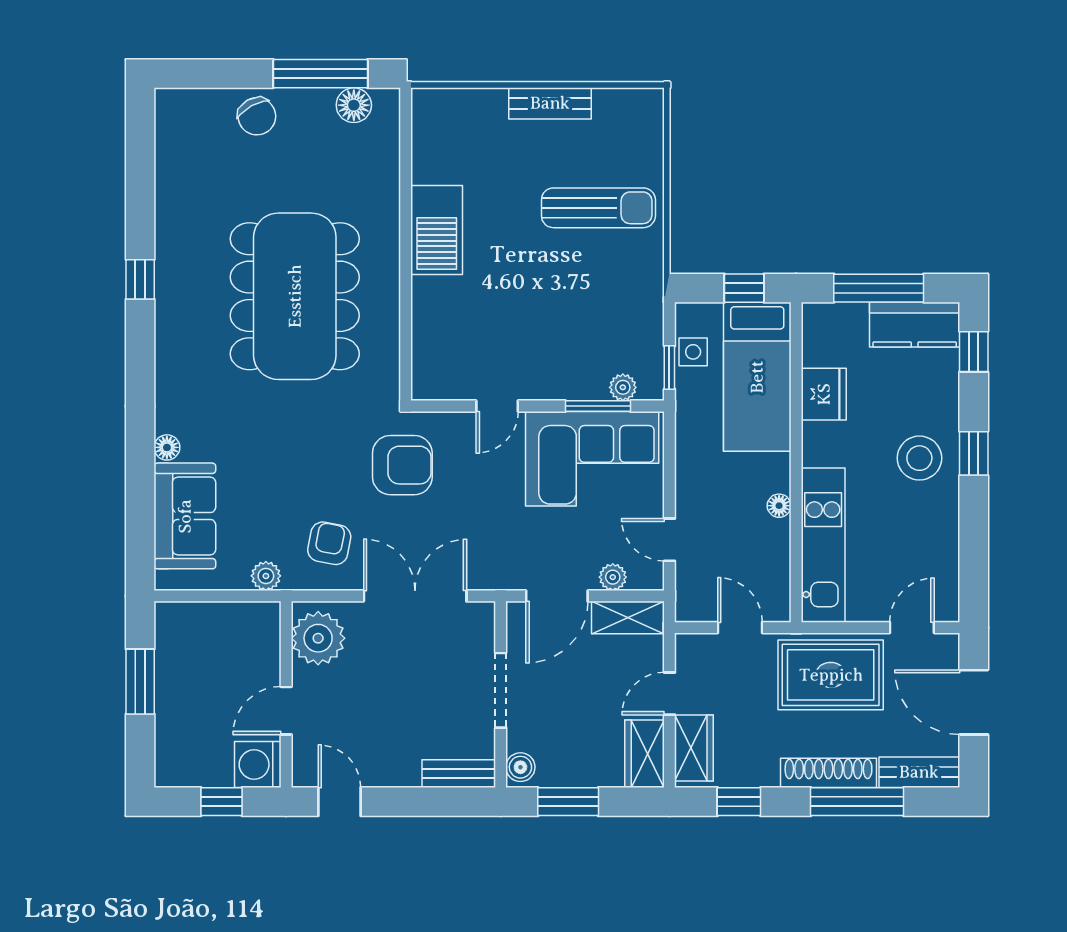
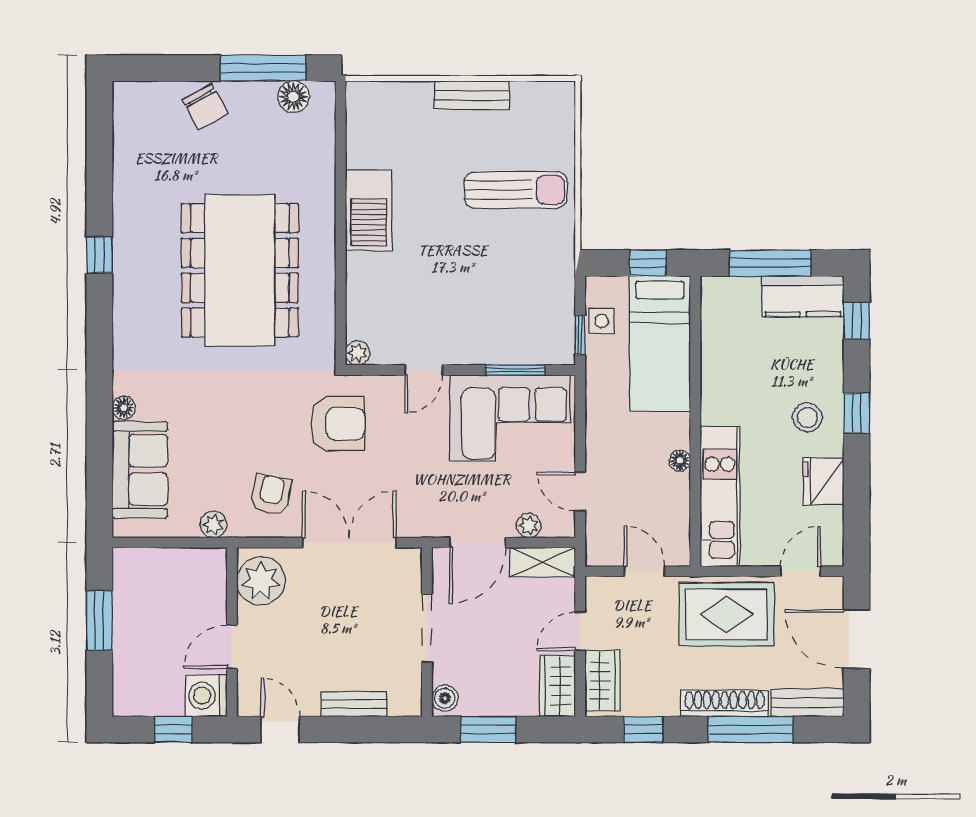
plant: (623, 387) -> (357, 353), moved
fridge: (824, 394) -> (823, 481), moved, turned 180
stool: (919, 458) -> (807, 417), width x0.73, depth x0.73
bench: (459, 774) -> (354, 704), moved

